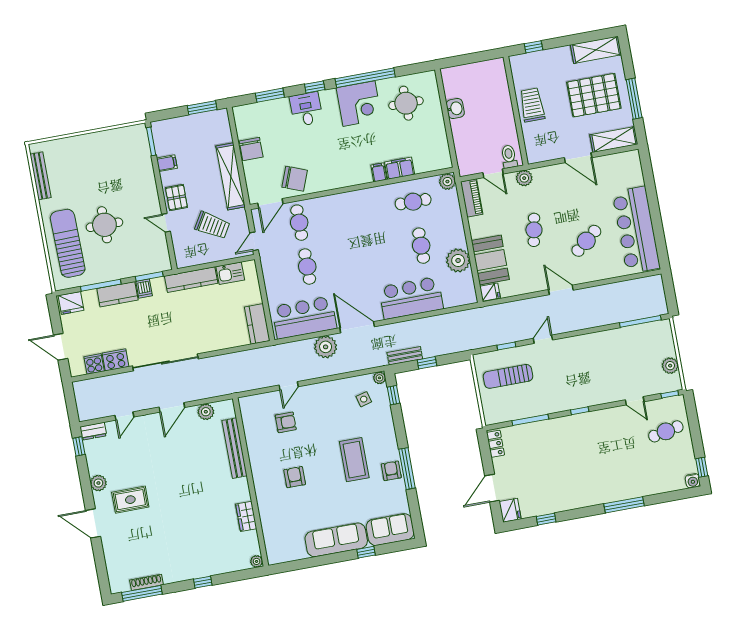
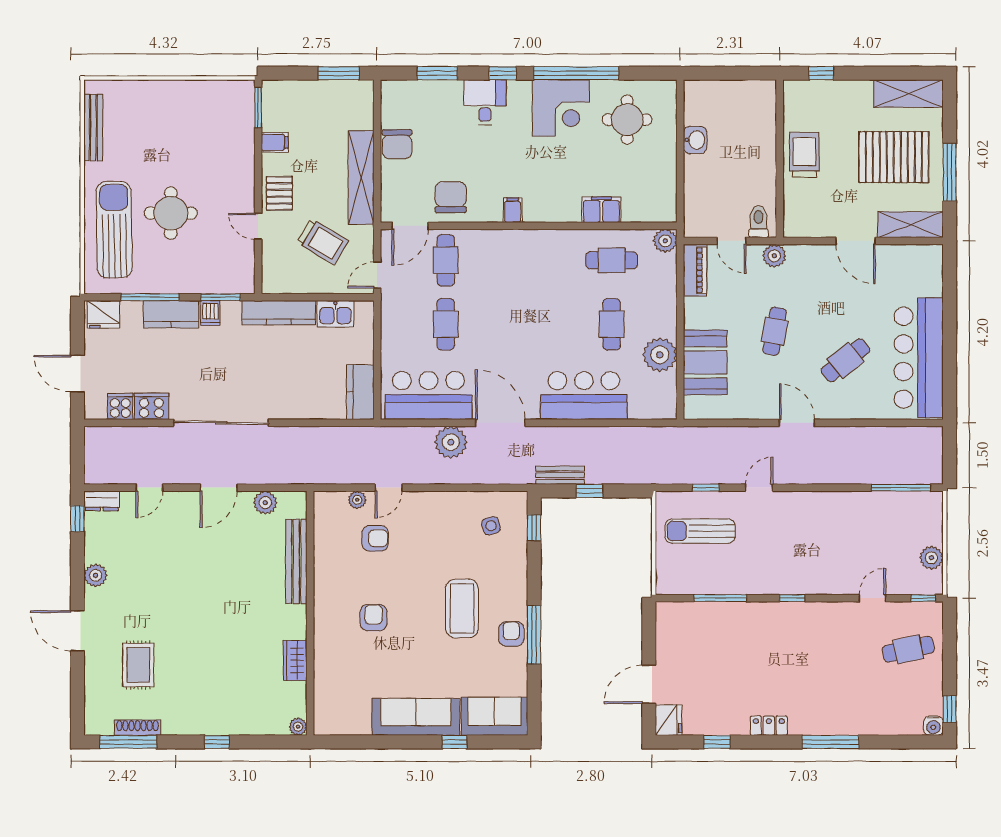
filing cabinet: (379, 172) -> (513, 210), moved
chair: (295, 179) -> (451, 197), turned -111
fridge: (490, 292) -> (697, 408), removed
plant: (379, 378) -> (357, 500), moved
door: (635, 401) -> (872, 598), swing flipped
locker: (495, 444) -> (769, 726), moved, turned -90
rug: (130, 500) -> (138, 665), moved, turned 90

